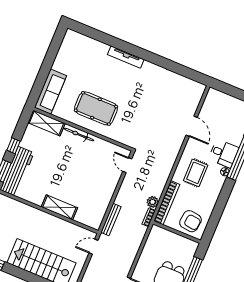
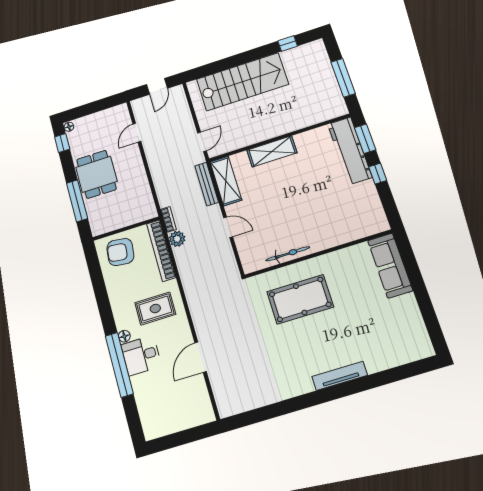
pool table: (96, 108) -> (300, 299), moved
shelving: (46, 123) -> (226, 181), moved, turned 90
door: (192, 126) -> (201, 357), hinge flipped
bicycle: (79, 134) -> (288, 254), moved
door: (127, 165) -> (228, 227), moved
rug: (196, 173) -> (155, 309), turned 90

